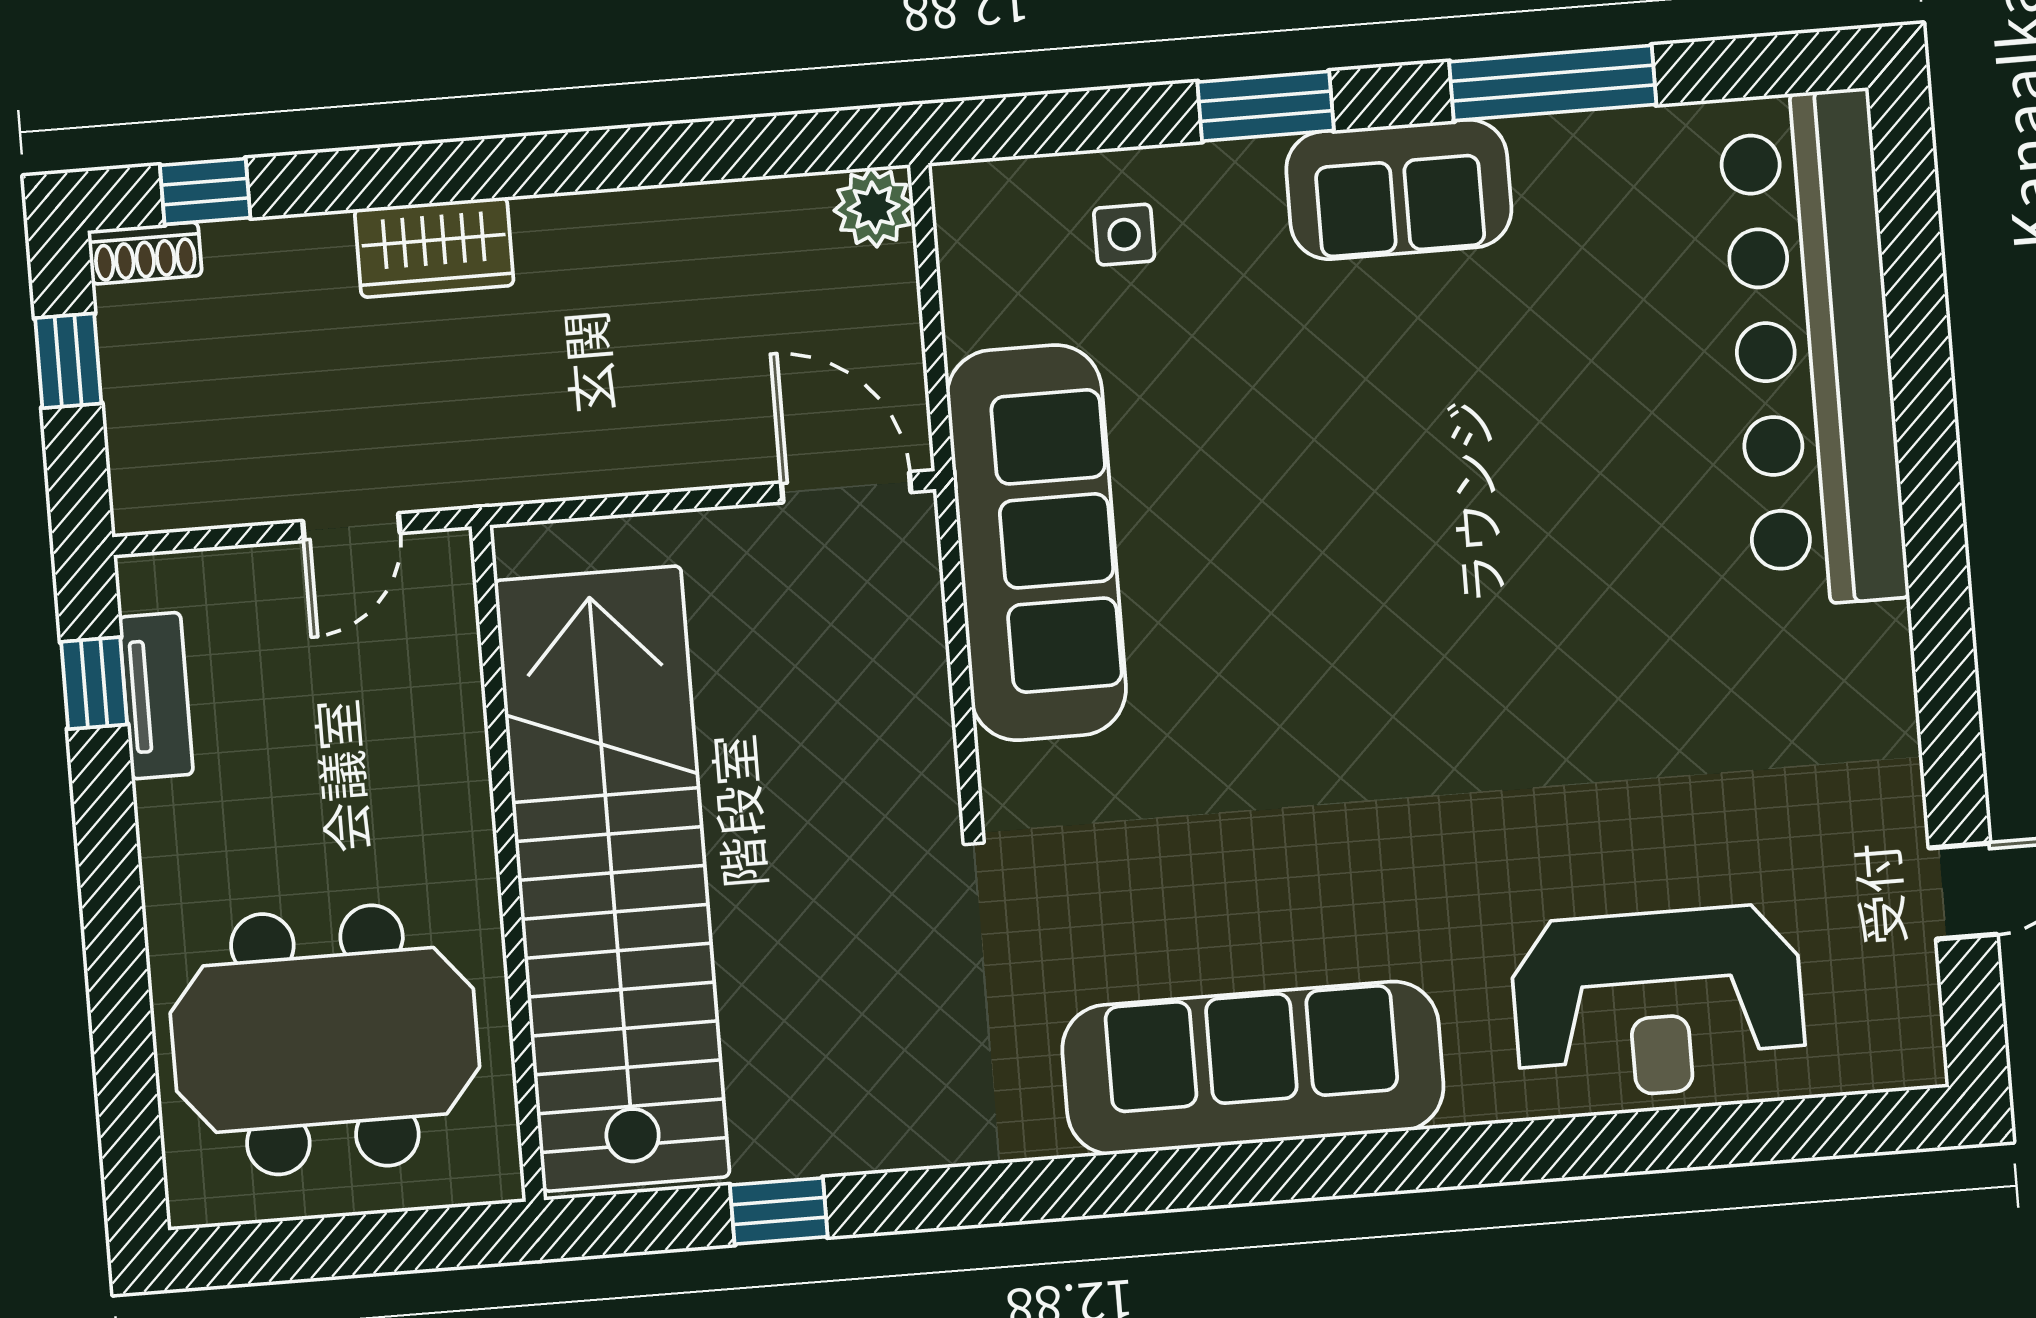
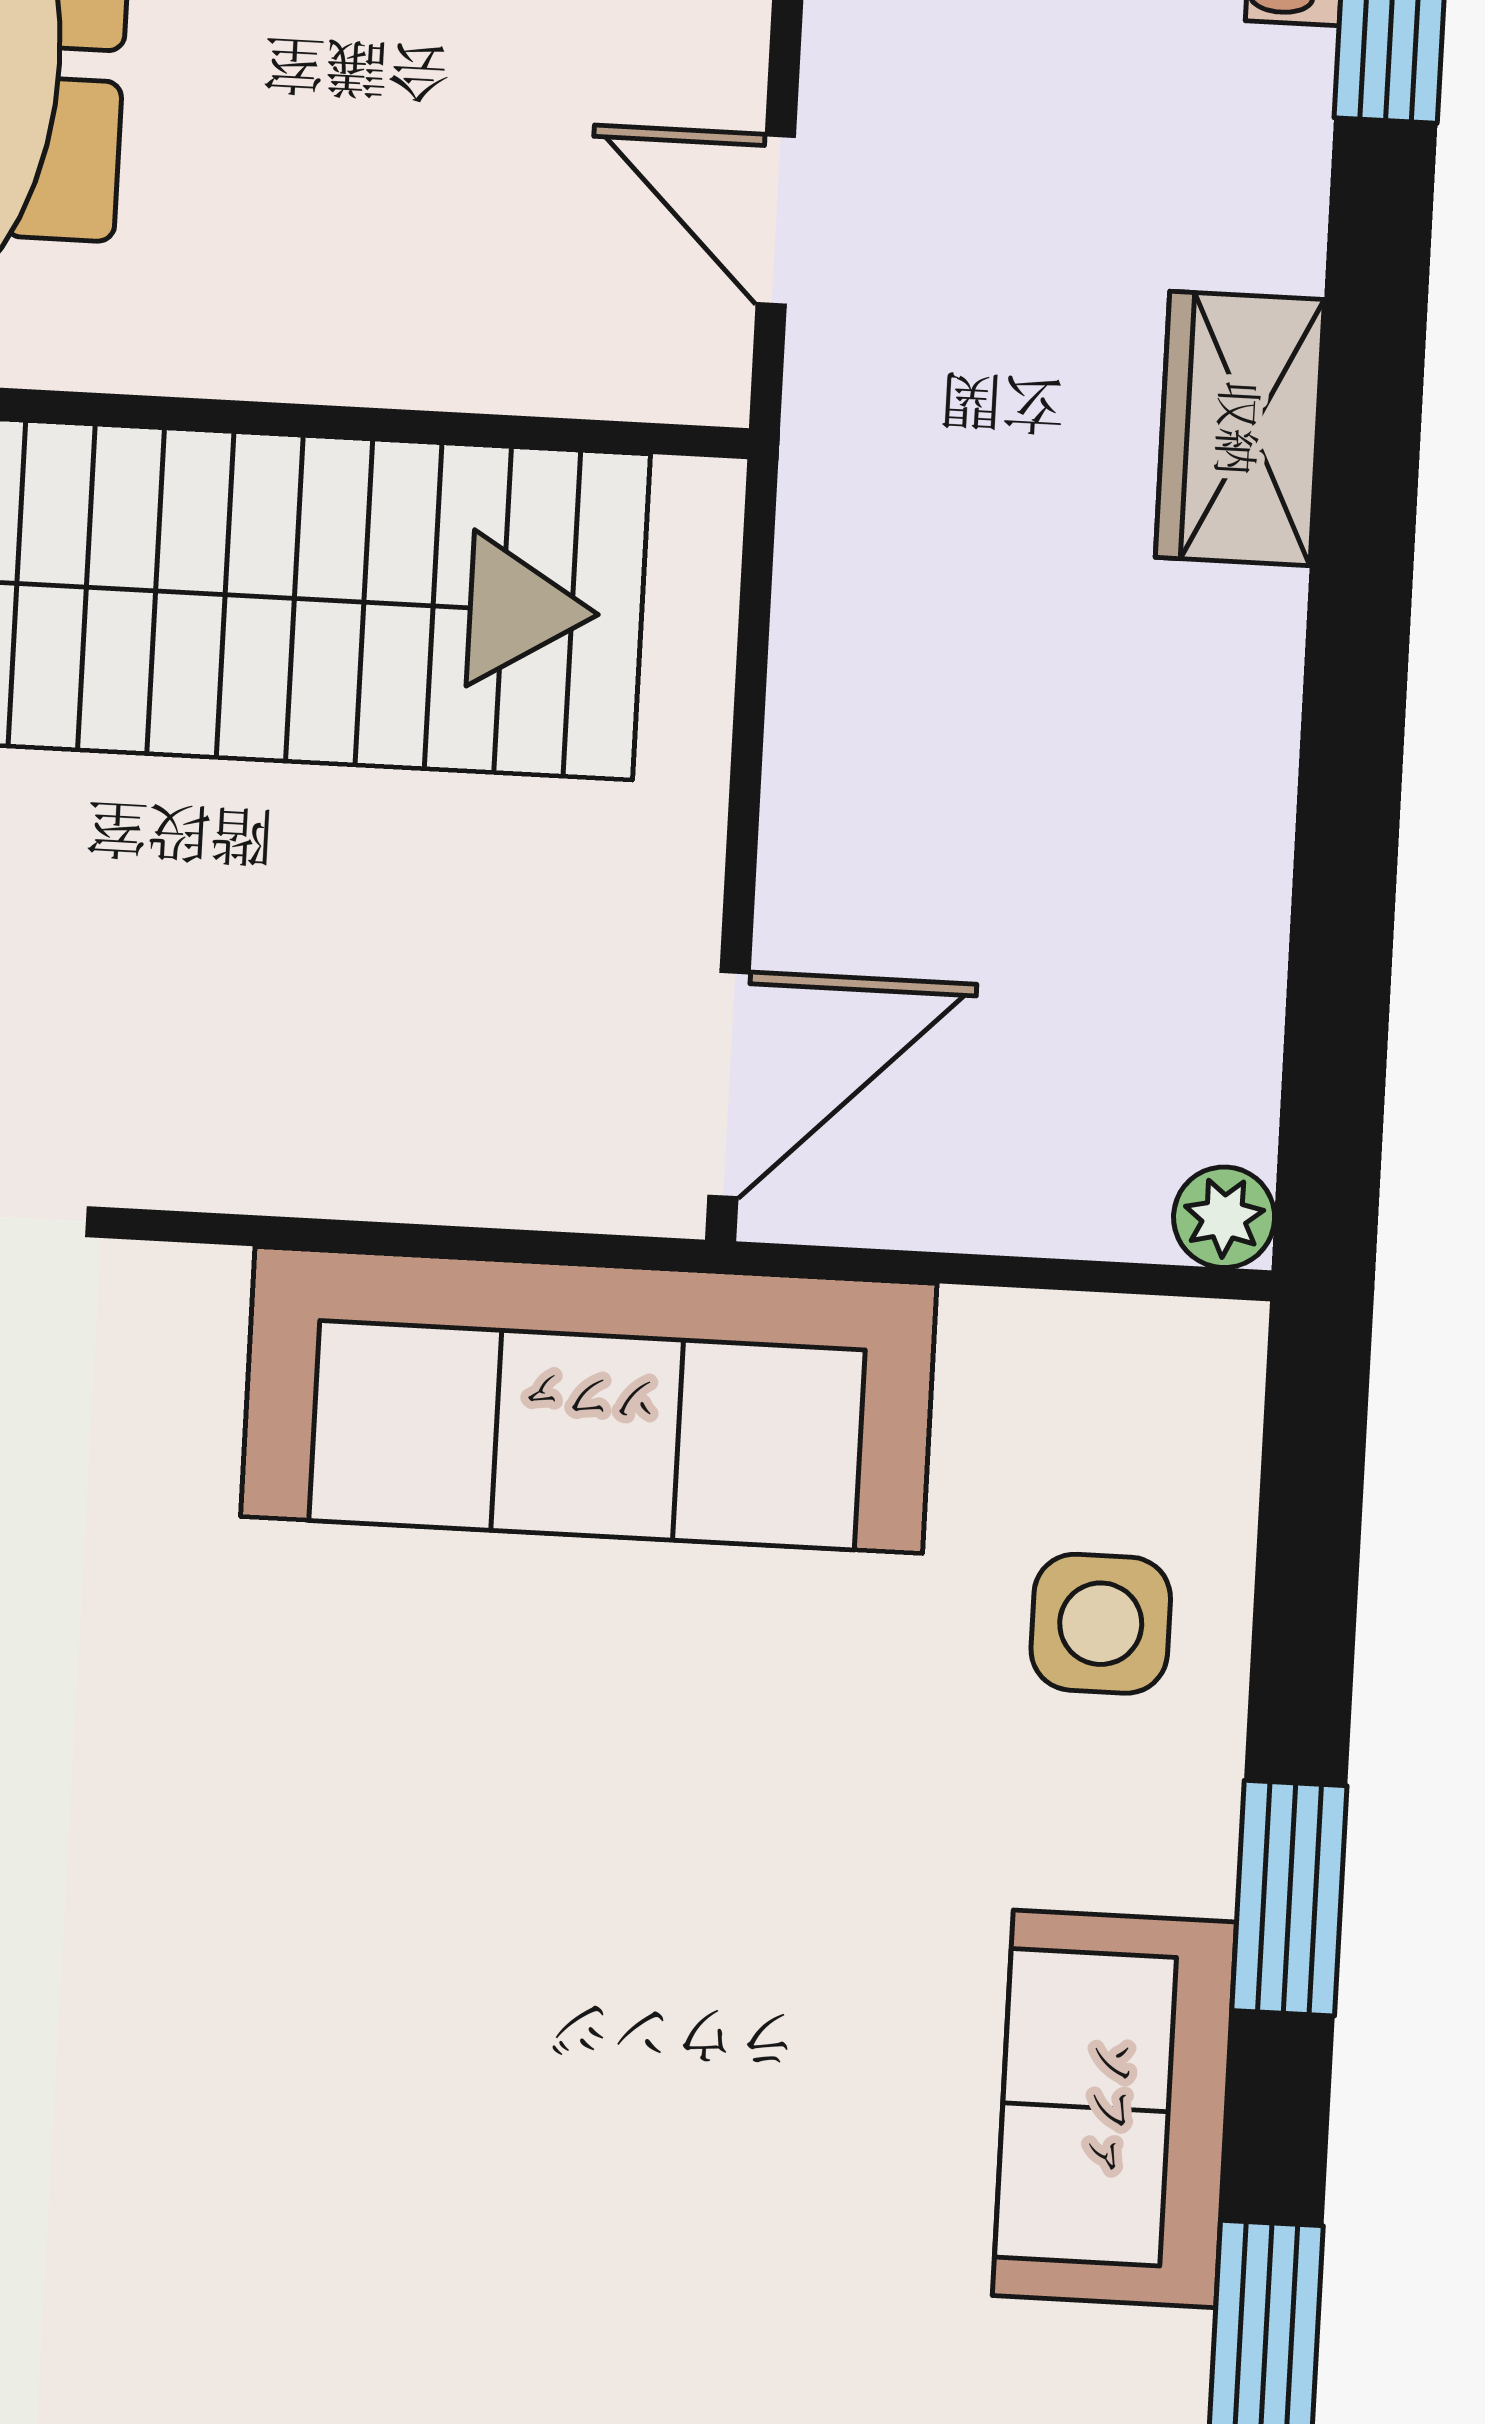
plant: (874, 207) -> (1224, 1217), width x0.73, depth x0.73
side table: (1124, 235) -> (1101, 1624), width x1.37, depth x1.37

